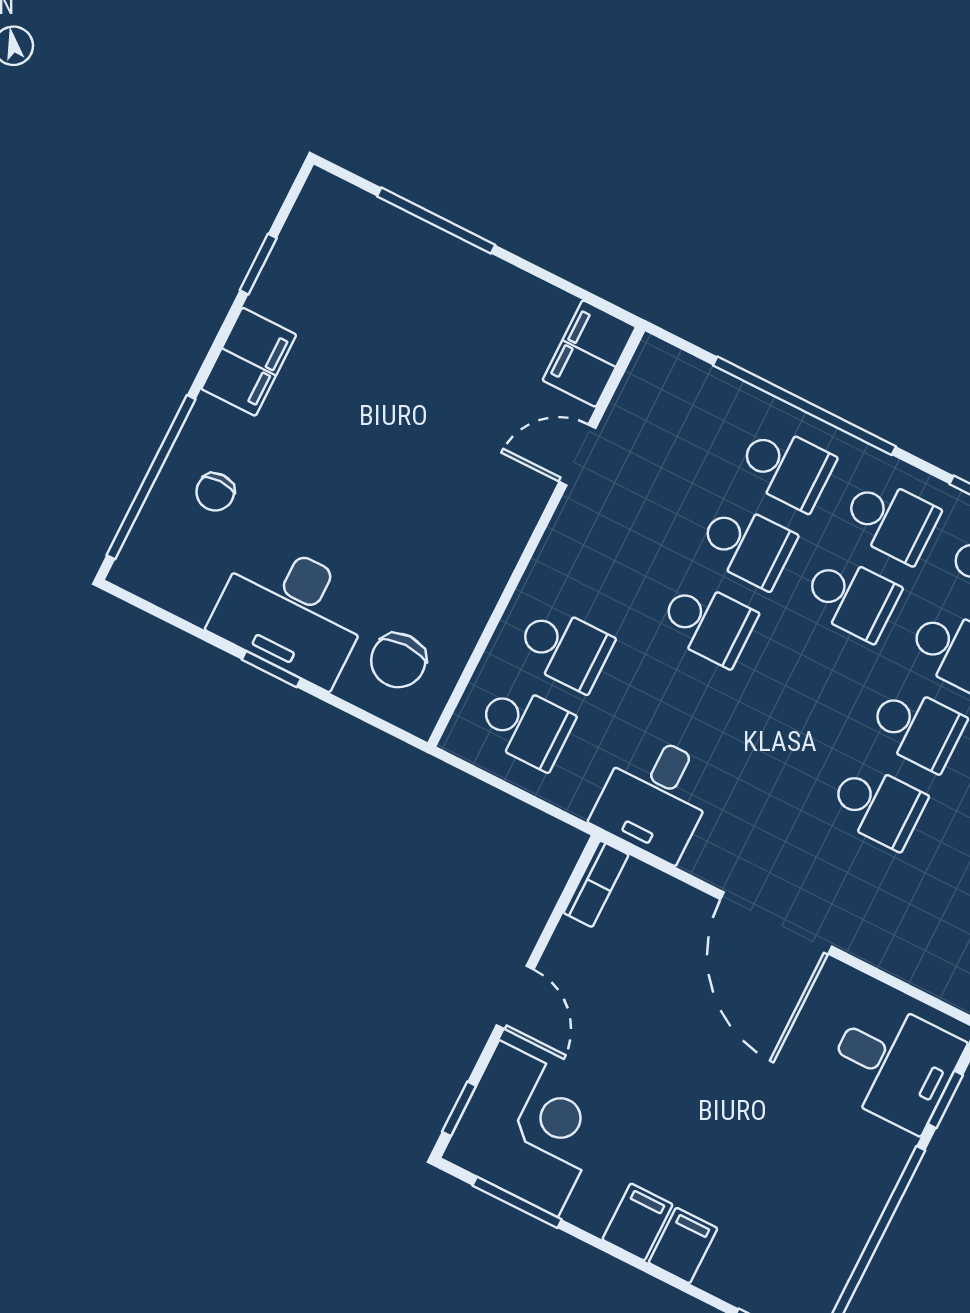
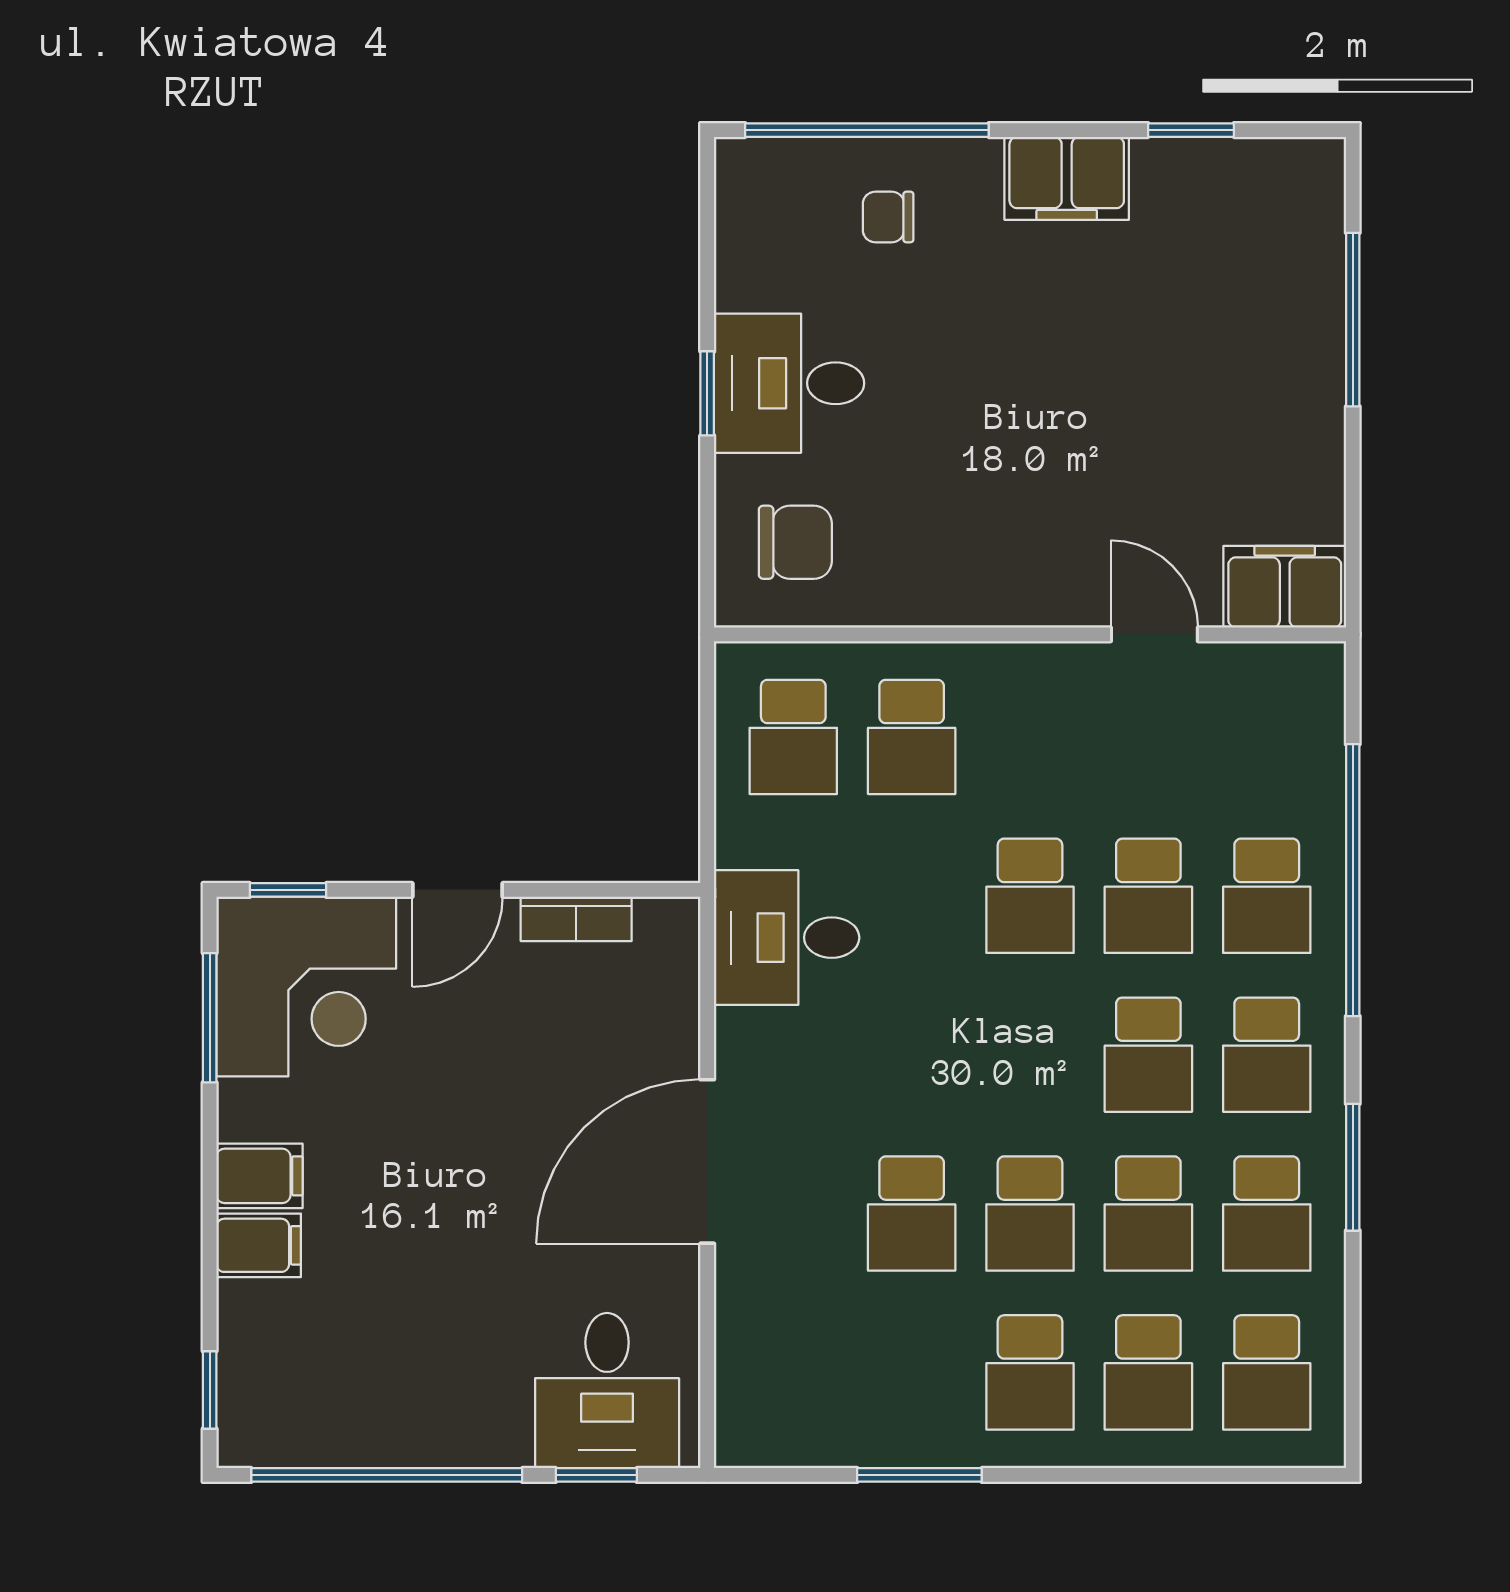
desk: (292, 612) -> (789, 383), width x0.73
chair: (398, 660) -> (795, 542), turned 180
bookcase: (596, 884) -> (576, 919), moved

